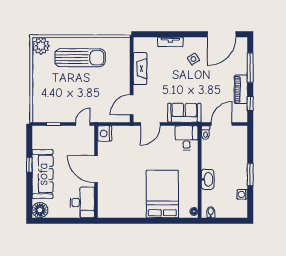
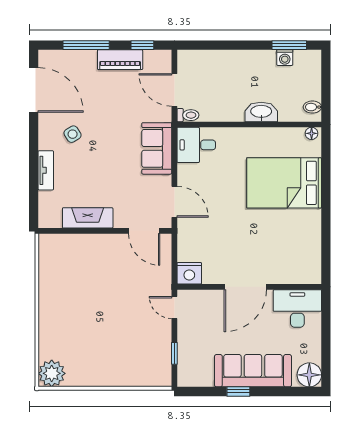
sun lounger: (80, 58) -> (71, 312), removed
window: (250, 174) -> (289, 45), moved

